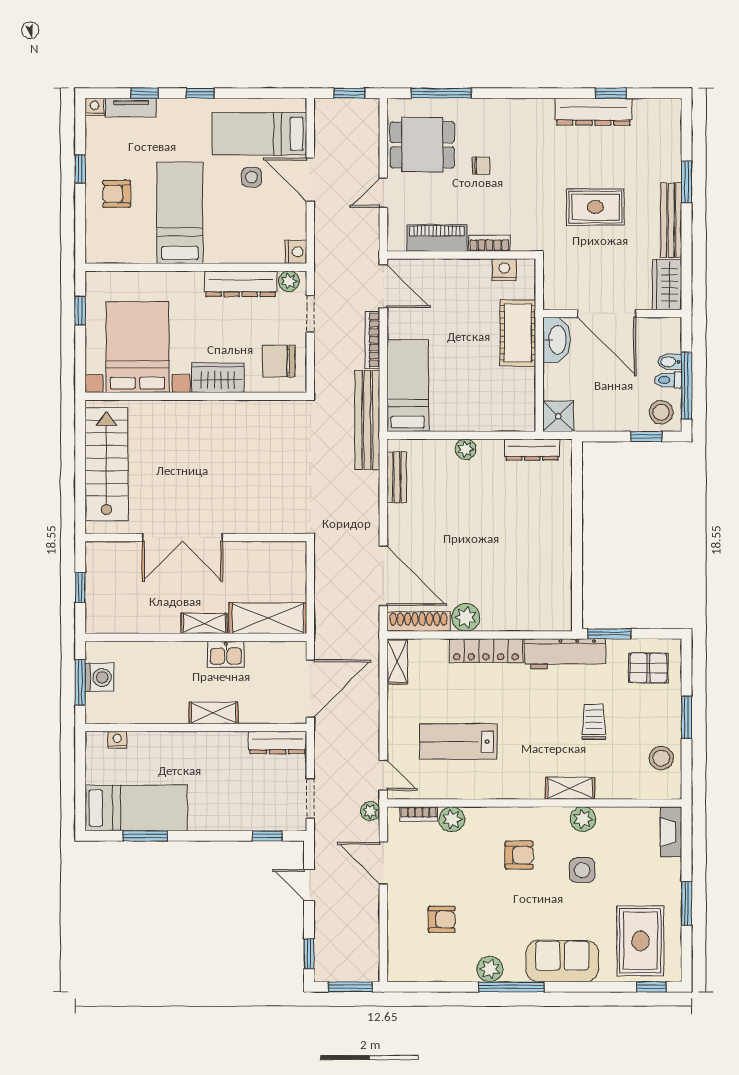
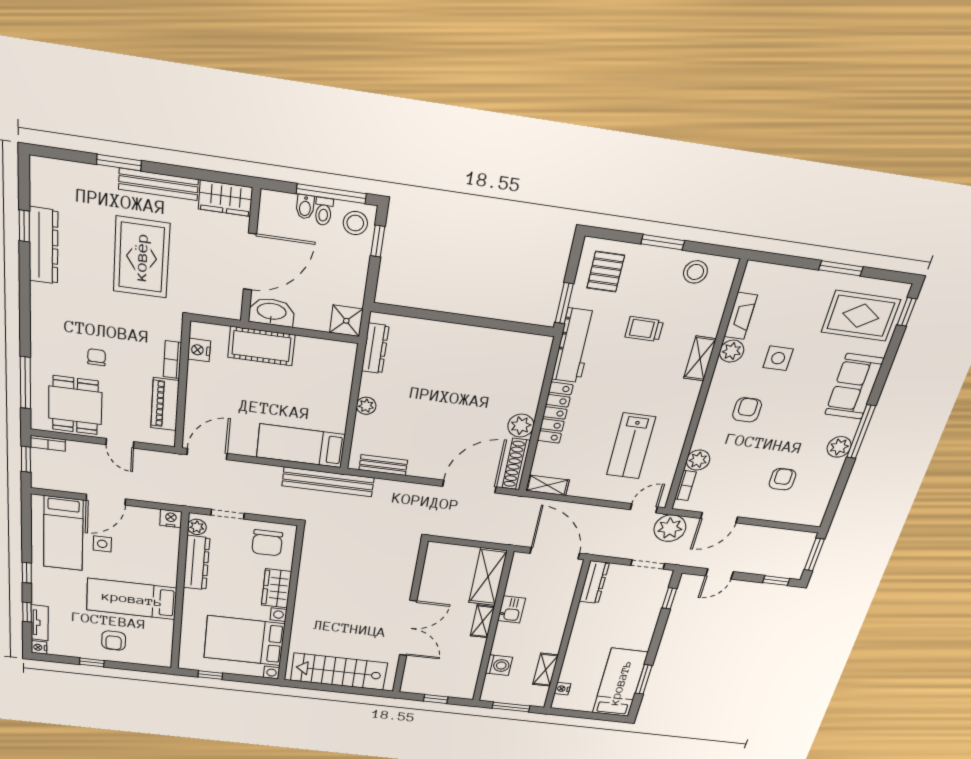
rug: (595, 207) -> (141, 257), width x1.36, depth x1.43
bookcase: (372, 340) -> (48, 443), moved, width x0.64
washing machine: (99, 677) -> (499, 665), moved, turned 90
shelving: (214, 713) -> (546, 670), moved
plant: (370, 811) -> (670, 528), width x1.88, depth x1.88
fireplace: (671, 832) -> (741, 316), moved, turned -90

